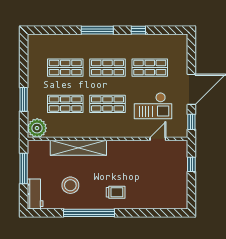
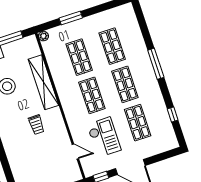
window: (138, 30) -> (173, 115), moved
checkout: (153, 106) -> (104, 137), turned 180
plant: (37, 128) -> (43, 36), width x0.53, depth x0.53
trolley: (116, 192) -> (36, 125), moved

